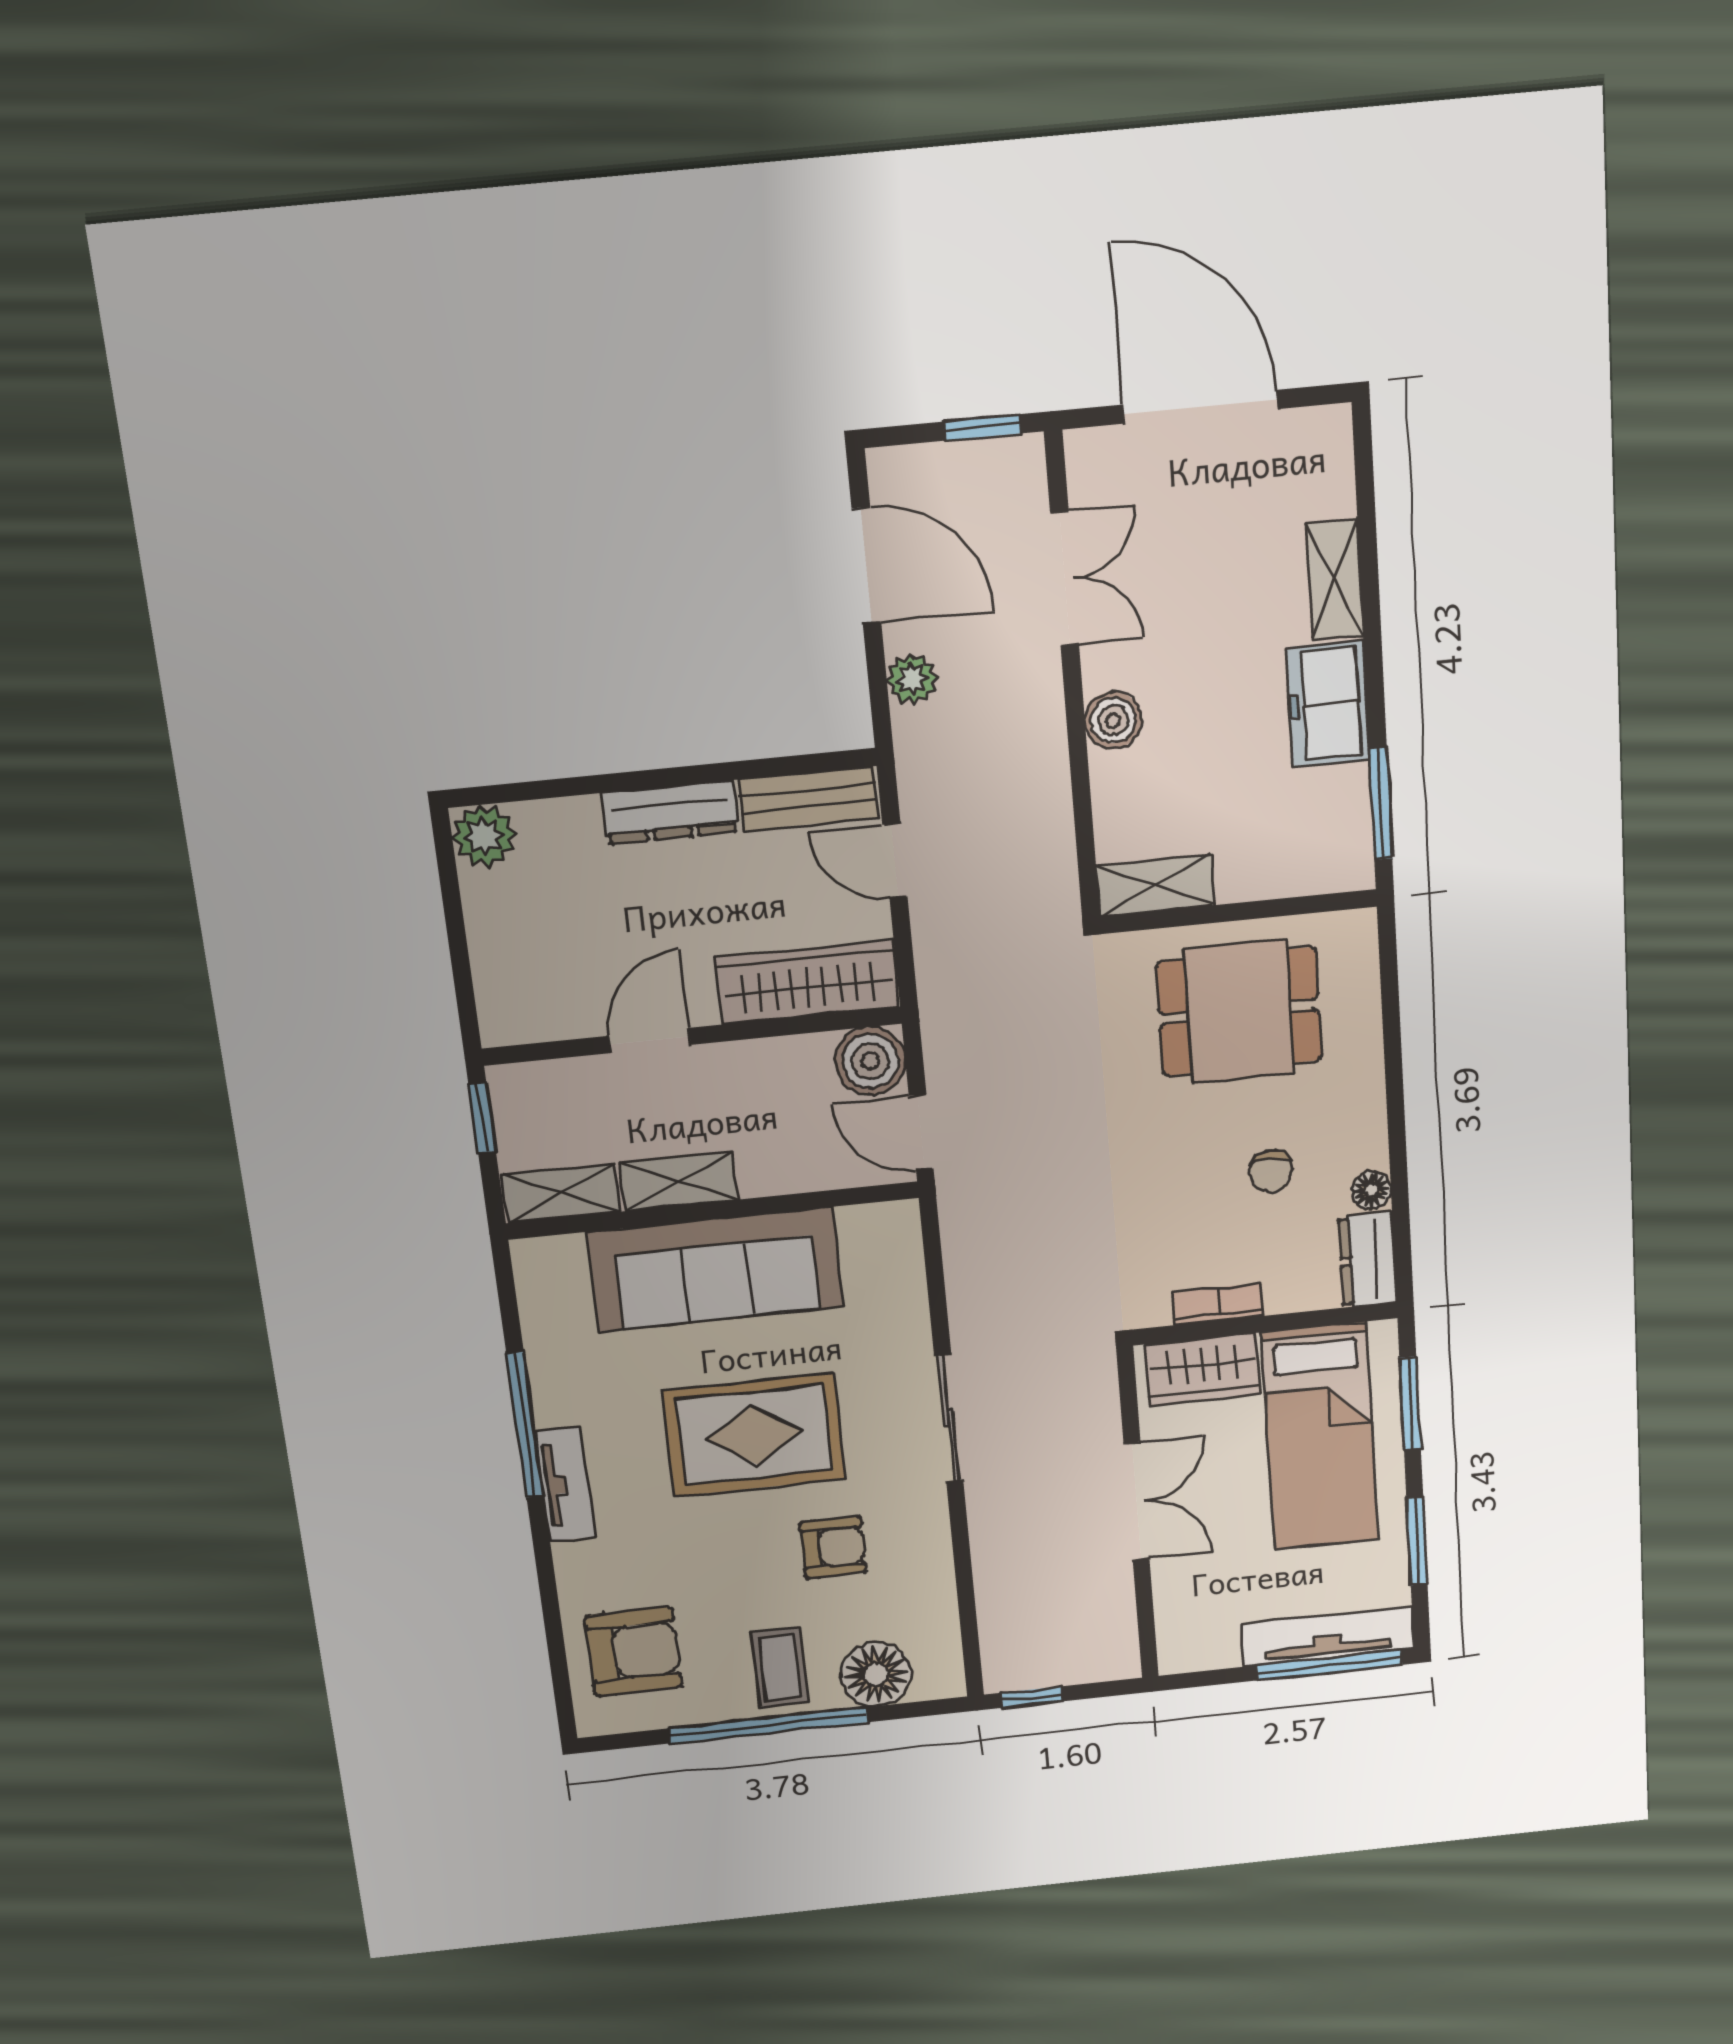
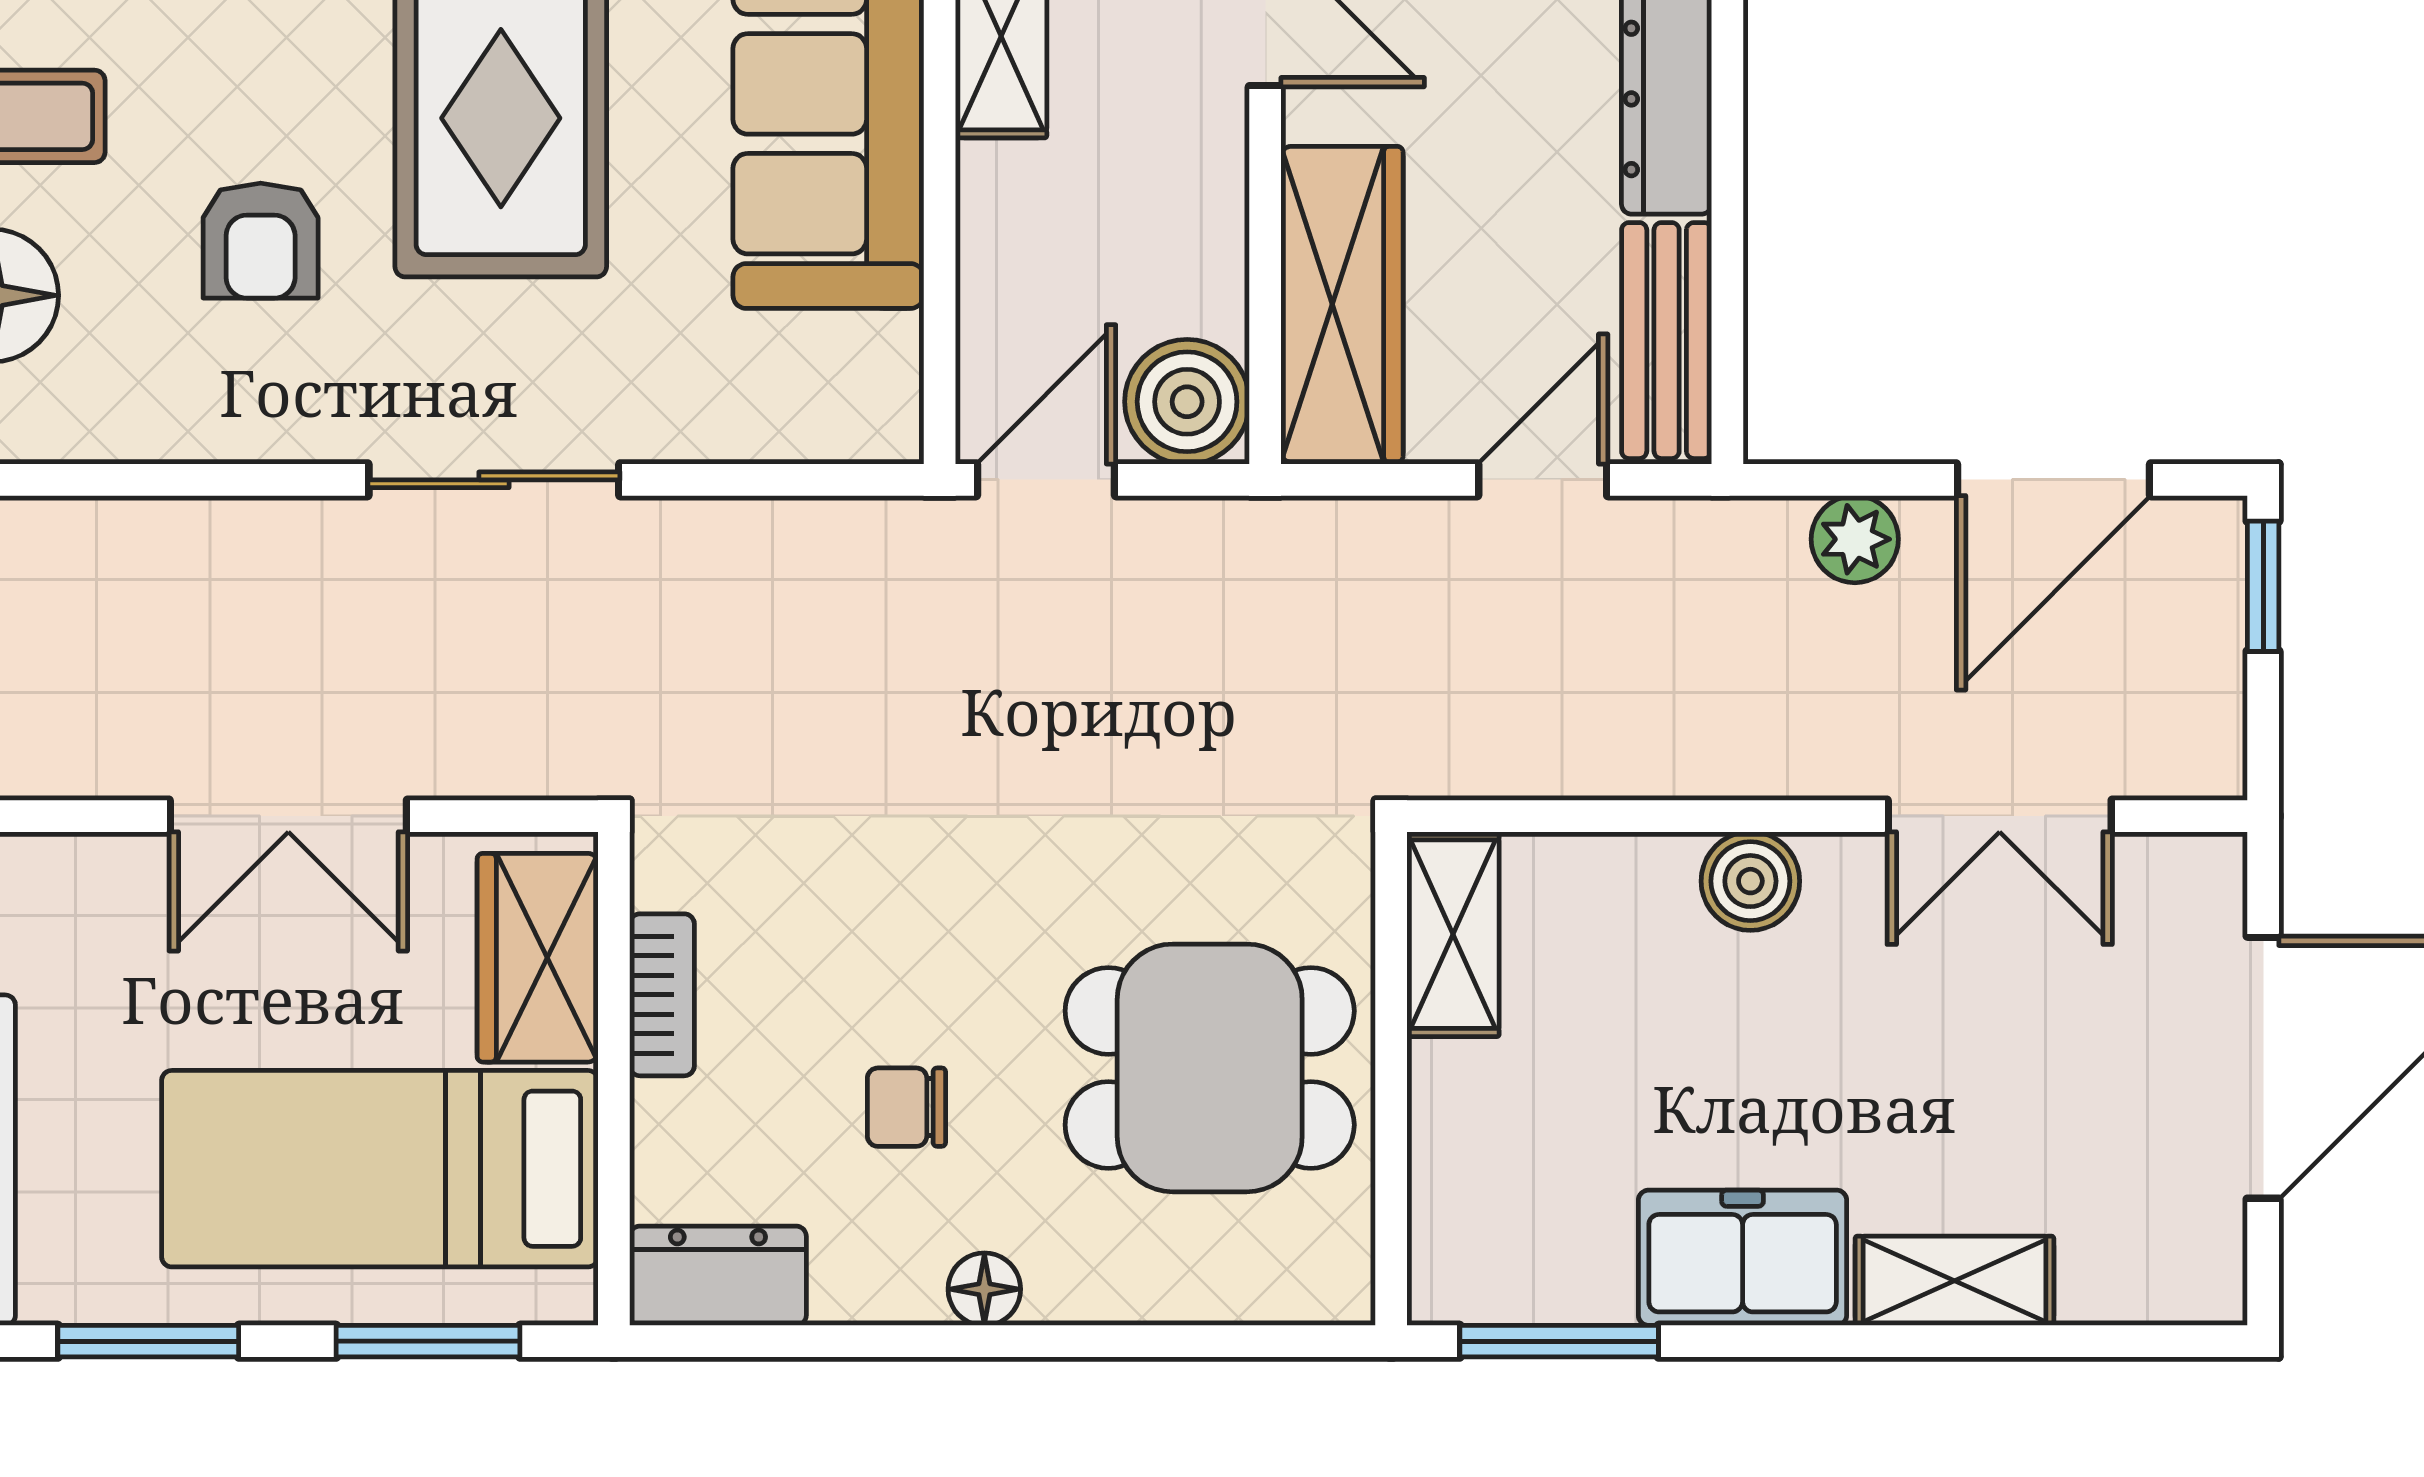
window: (982, 427) -> (2263, 586), moved
dining table: (1239, 1012) -> (1210, 1068), turned 90
floor lamp: (1371, 1190) -> (984, 1289), moved

